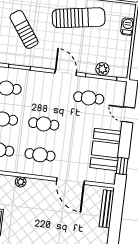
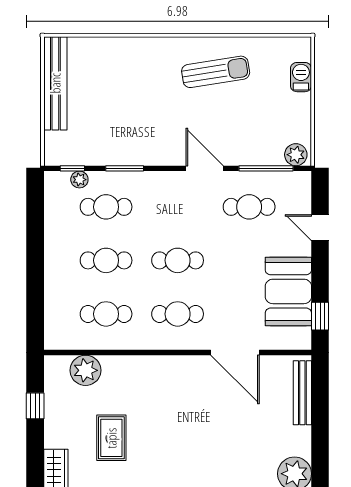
sun lounger: (79, 18) -> (216, 72), width x0.73, depth x0.75
sun lounger: (24, 29) -> (125, 103), removed
plant: (102, 69) -> (296, 155), moved
plant: (21, 182) -> (150, 364), removed

